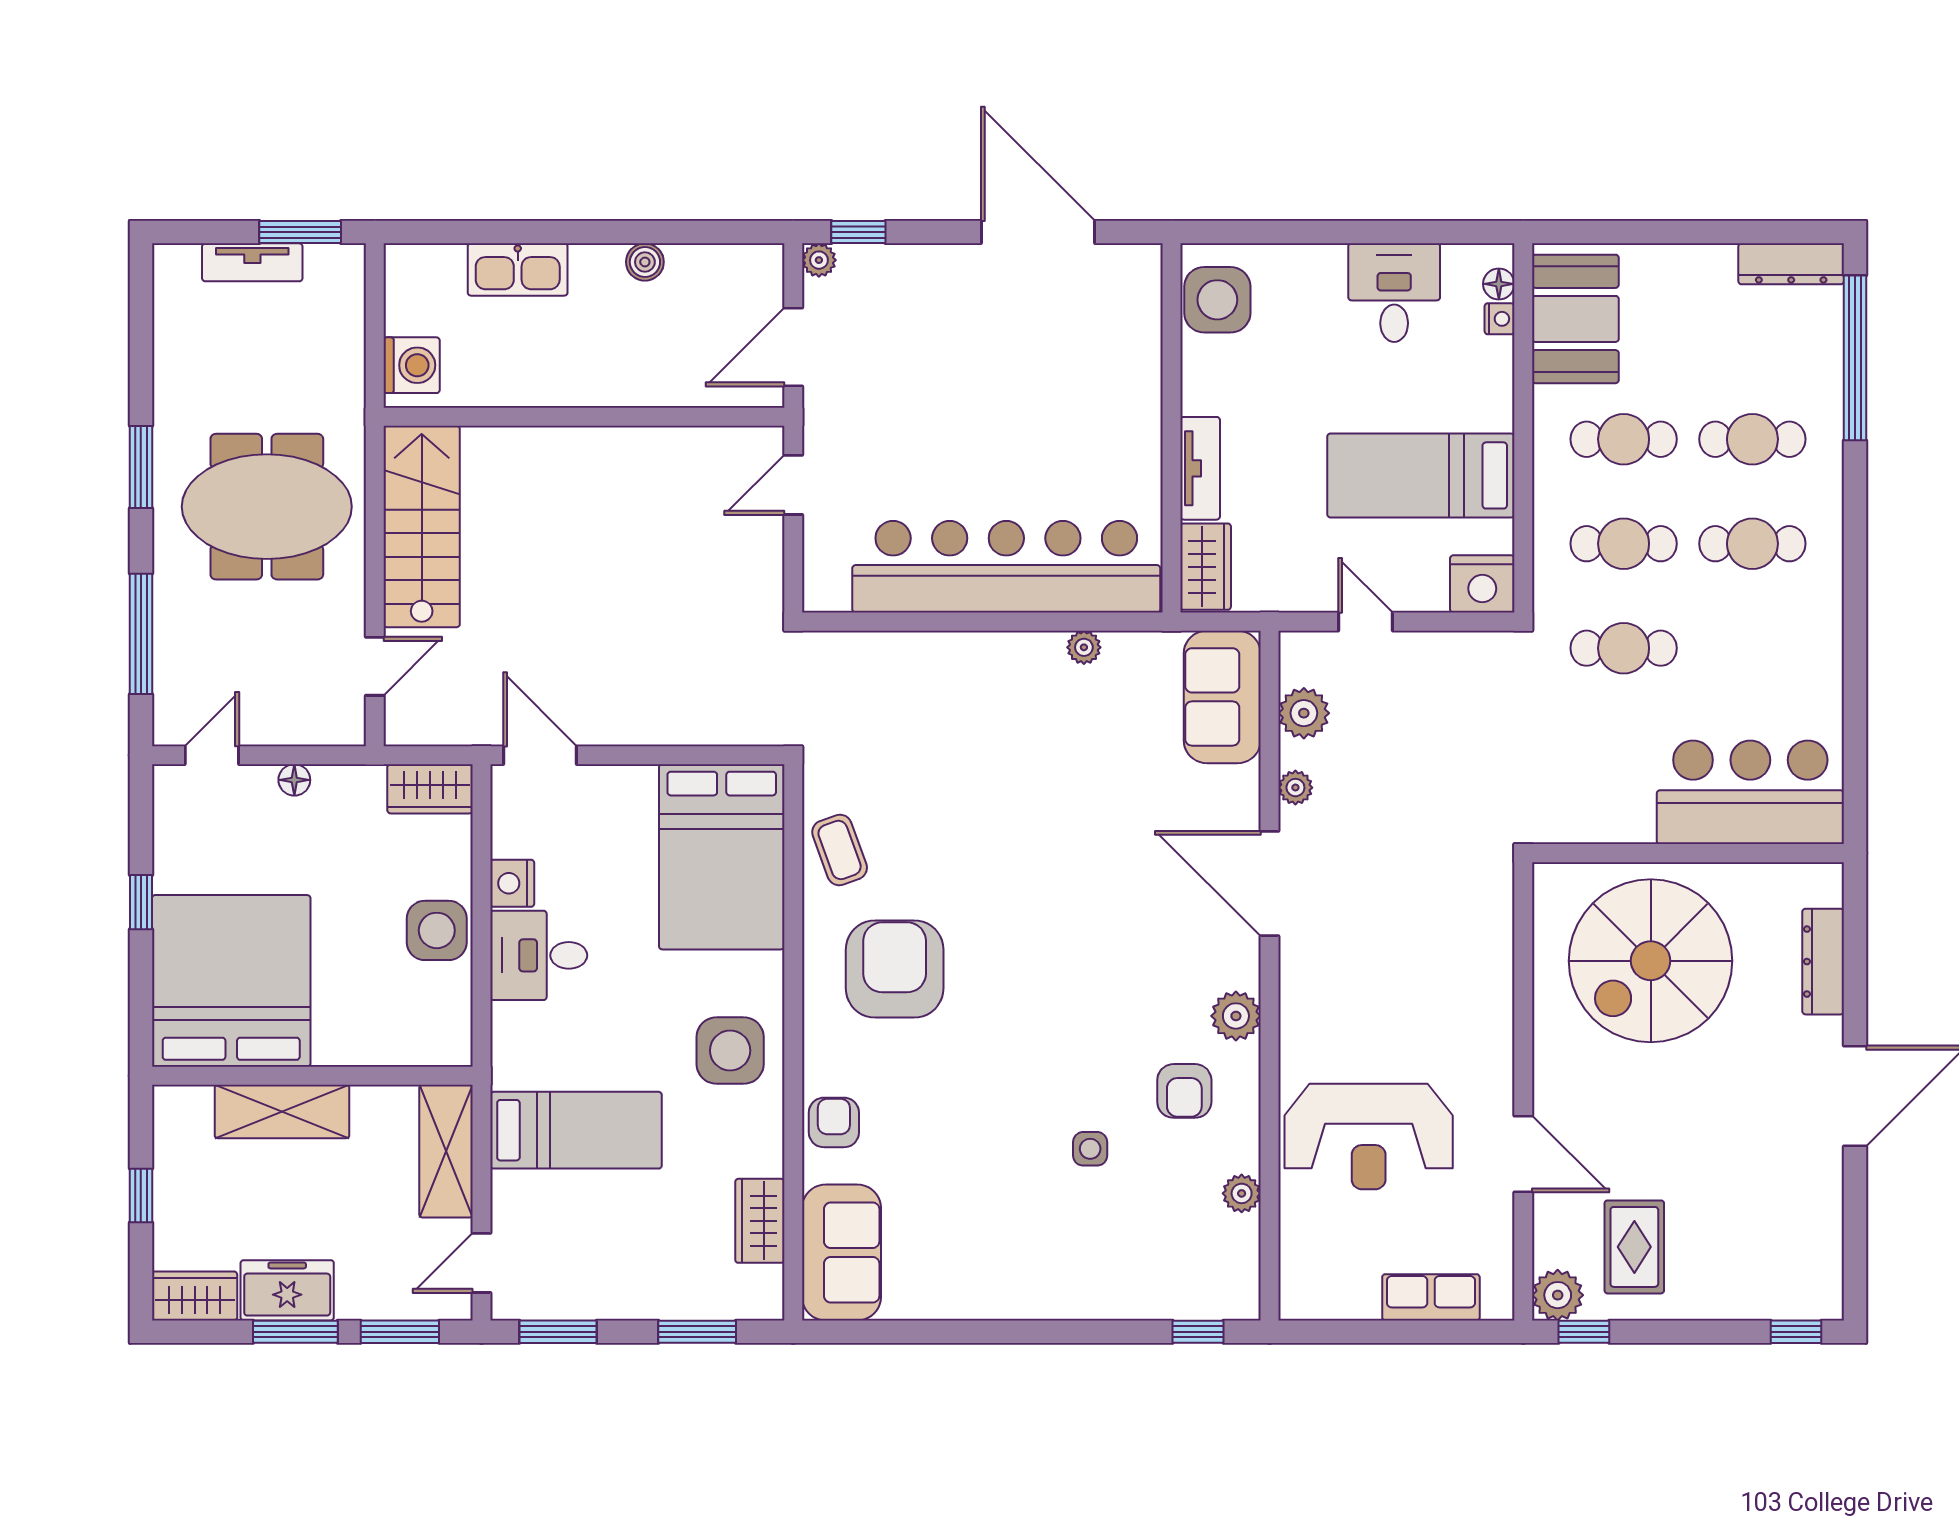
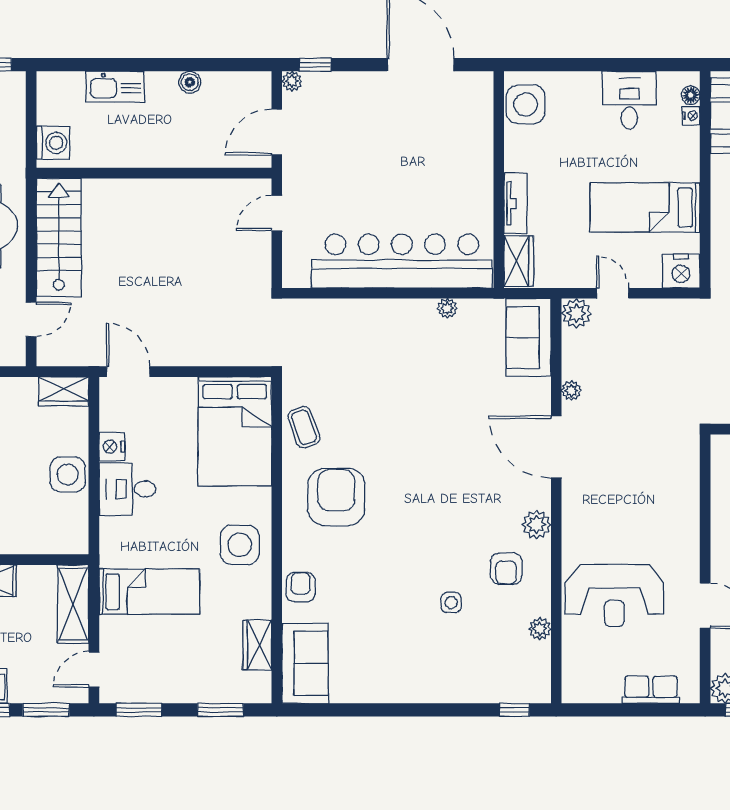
plant: (1304, 713) -> (576, 313), moved

